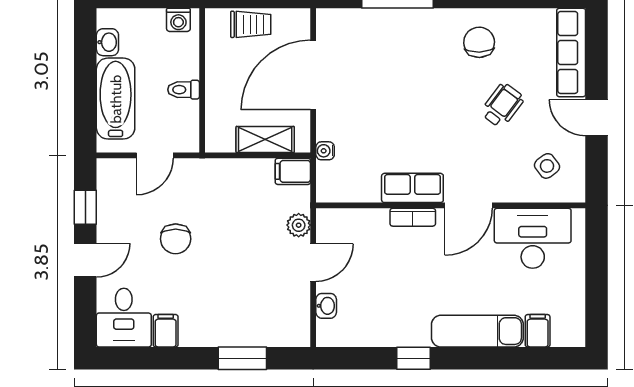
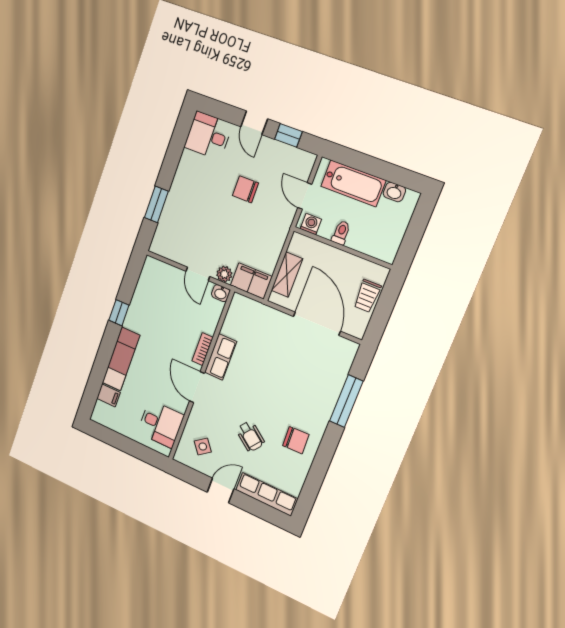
washing machine: (178, 20) -> (311, 224), moved, turned 90
water cooler: (325, 151) -> (265, 311), removed
filing cabinet: (293, 171) -> (251, 281), width x2.00
desk: (533, 238) -> (161, 424), width x0.73
washbasin: (326, 306) -> (221, 293), moved
filing cabinet: (166, 331) -> (190, 161), removed

